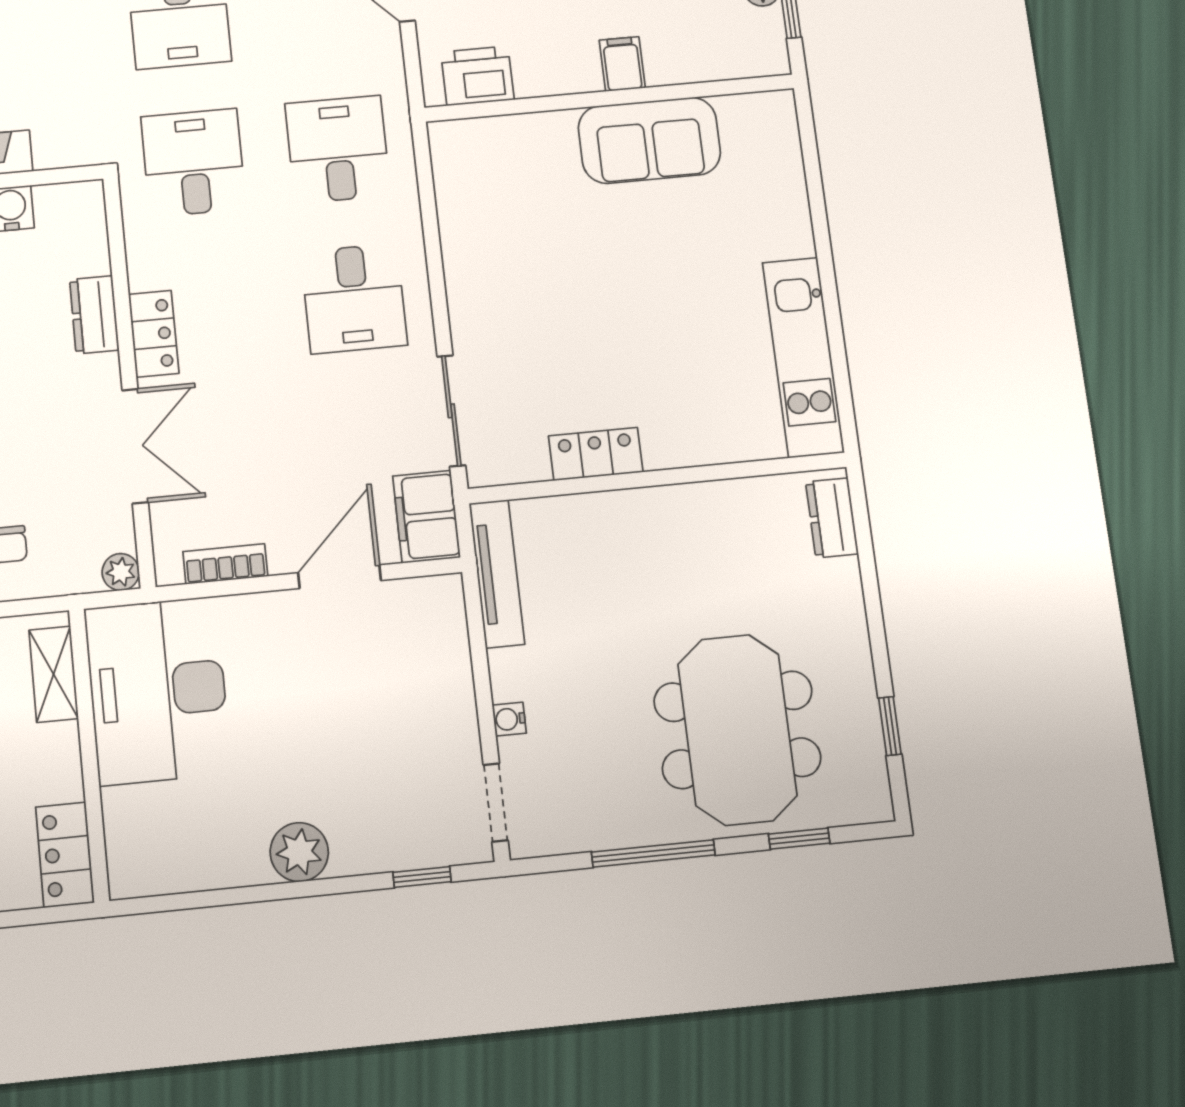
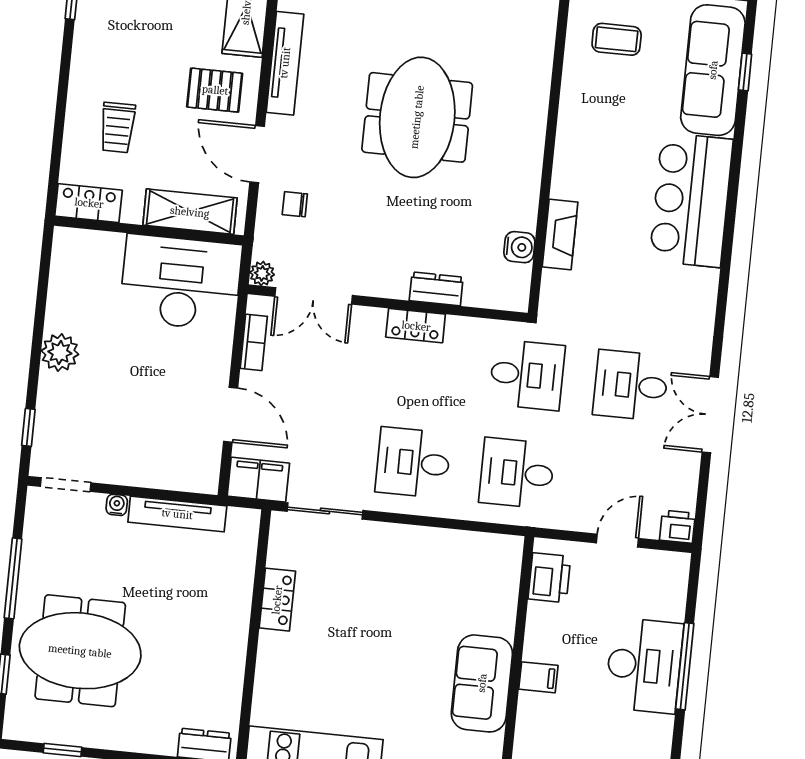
desk: (338, 149) -> (517, 473), turned 180
double door: (135, 446) -> (314, 296), moved
tv unit: (497, 574) -> (177, 514), moved
shelving: (54, 674) -> (190, 212), width x1.50, depth x1.33

